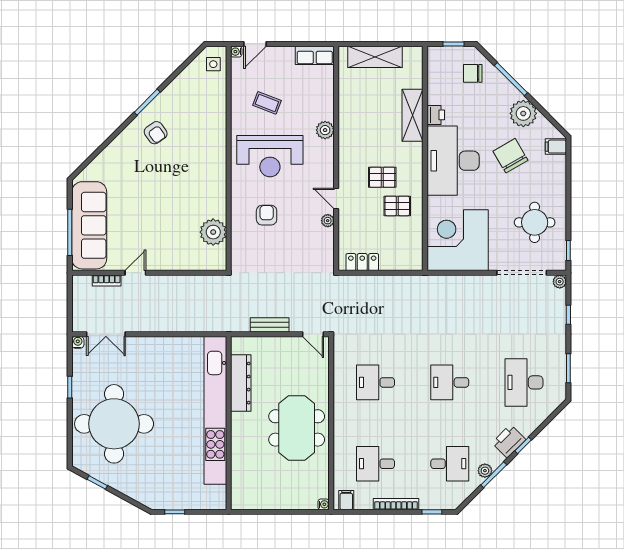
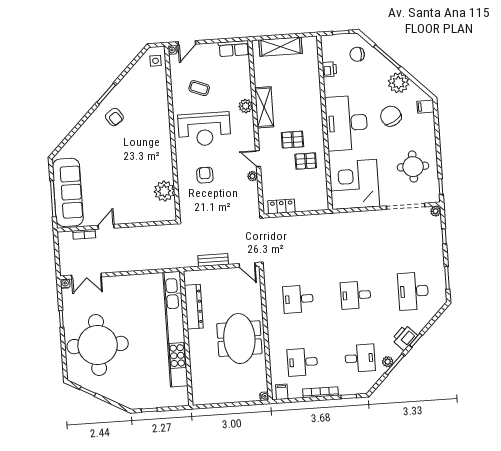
shelving: (413, 115) -> (264, 107), moved
printer: (436, 115) -> (329, 69), moved

